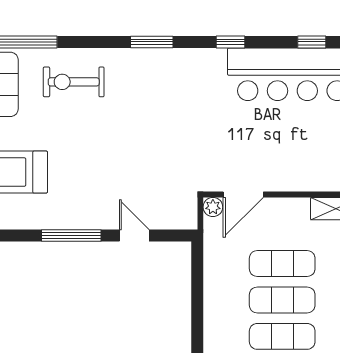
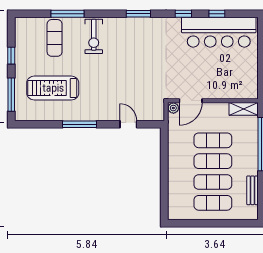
window: (312, 42) -> (217, 14), moved
exercise bike: (74, 82) -> (94, 36), turned -90
window: (71, 235) -> (79, 124), moved

